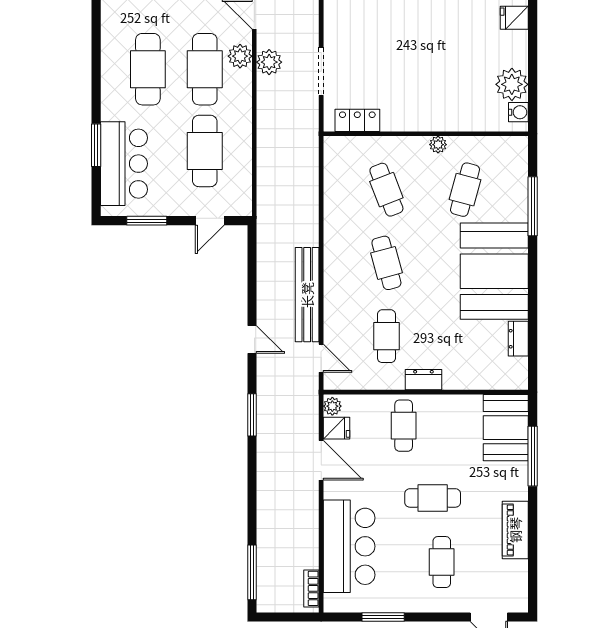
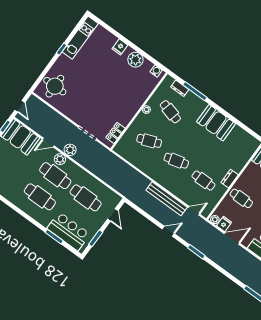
plant: (512, 84) -> (135, 60), moved
booth: (494, 271) -> (216, 123), width x0.73, depth x0.70
dresser: (518, 339) -> (180, 88), moved

